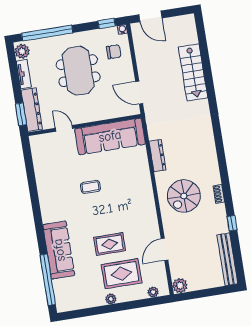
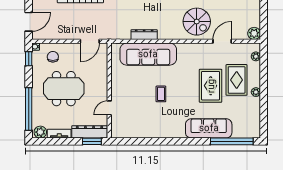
sofa: (110, 136) -> (148, 54), moved, turned 90
spiral stairs: (184, 196) -> (197, 22), moved
rug: (110, 244) -> (211, 86), width x1.36, depth x1.43
door: (164, 249) -> (222, 41), swing flipped

